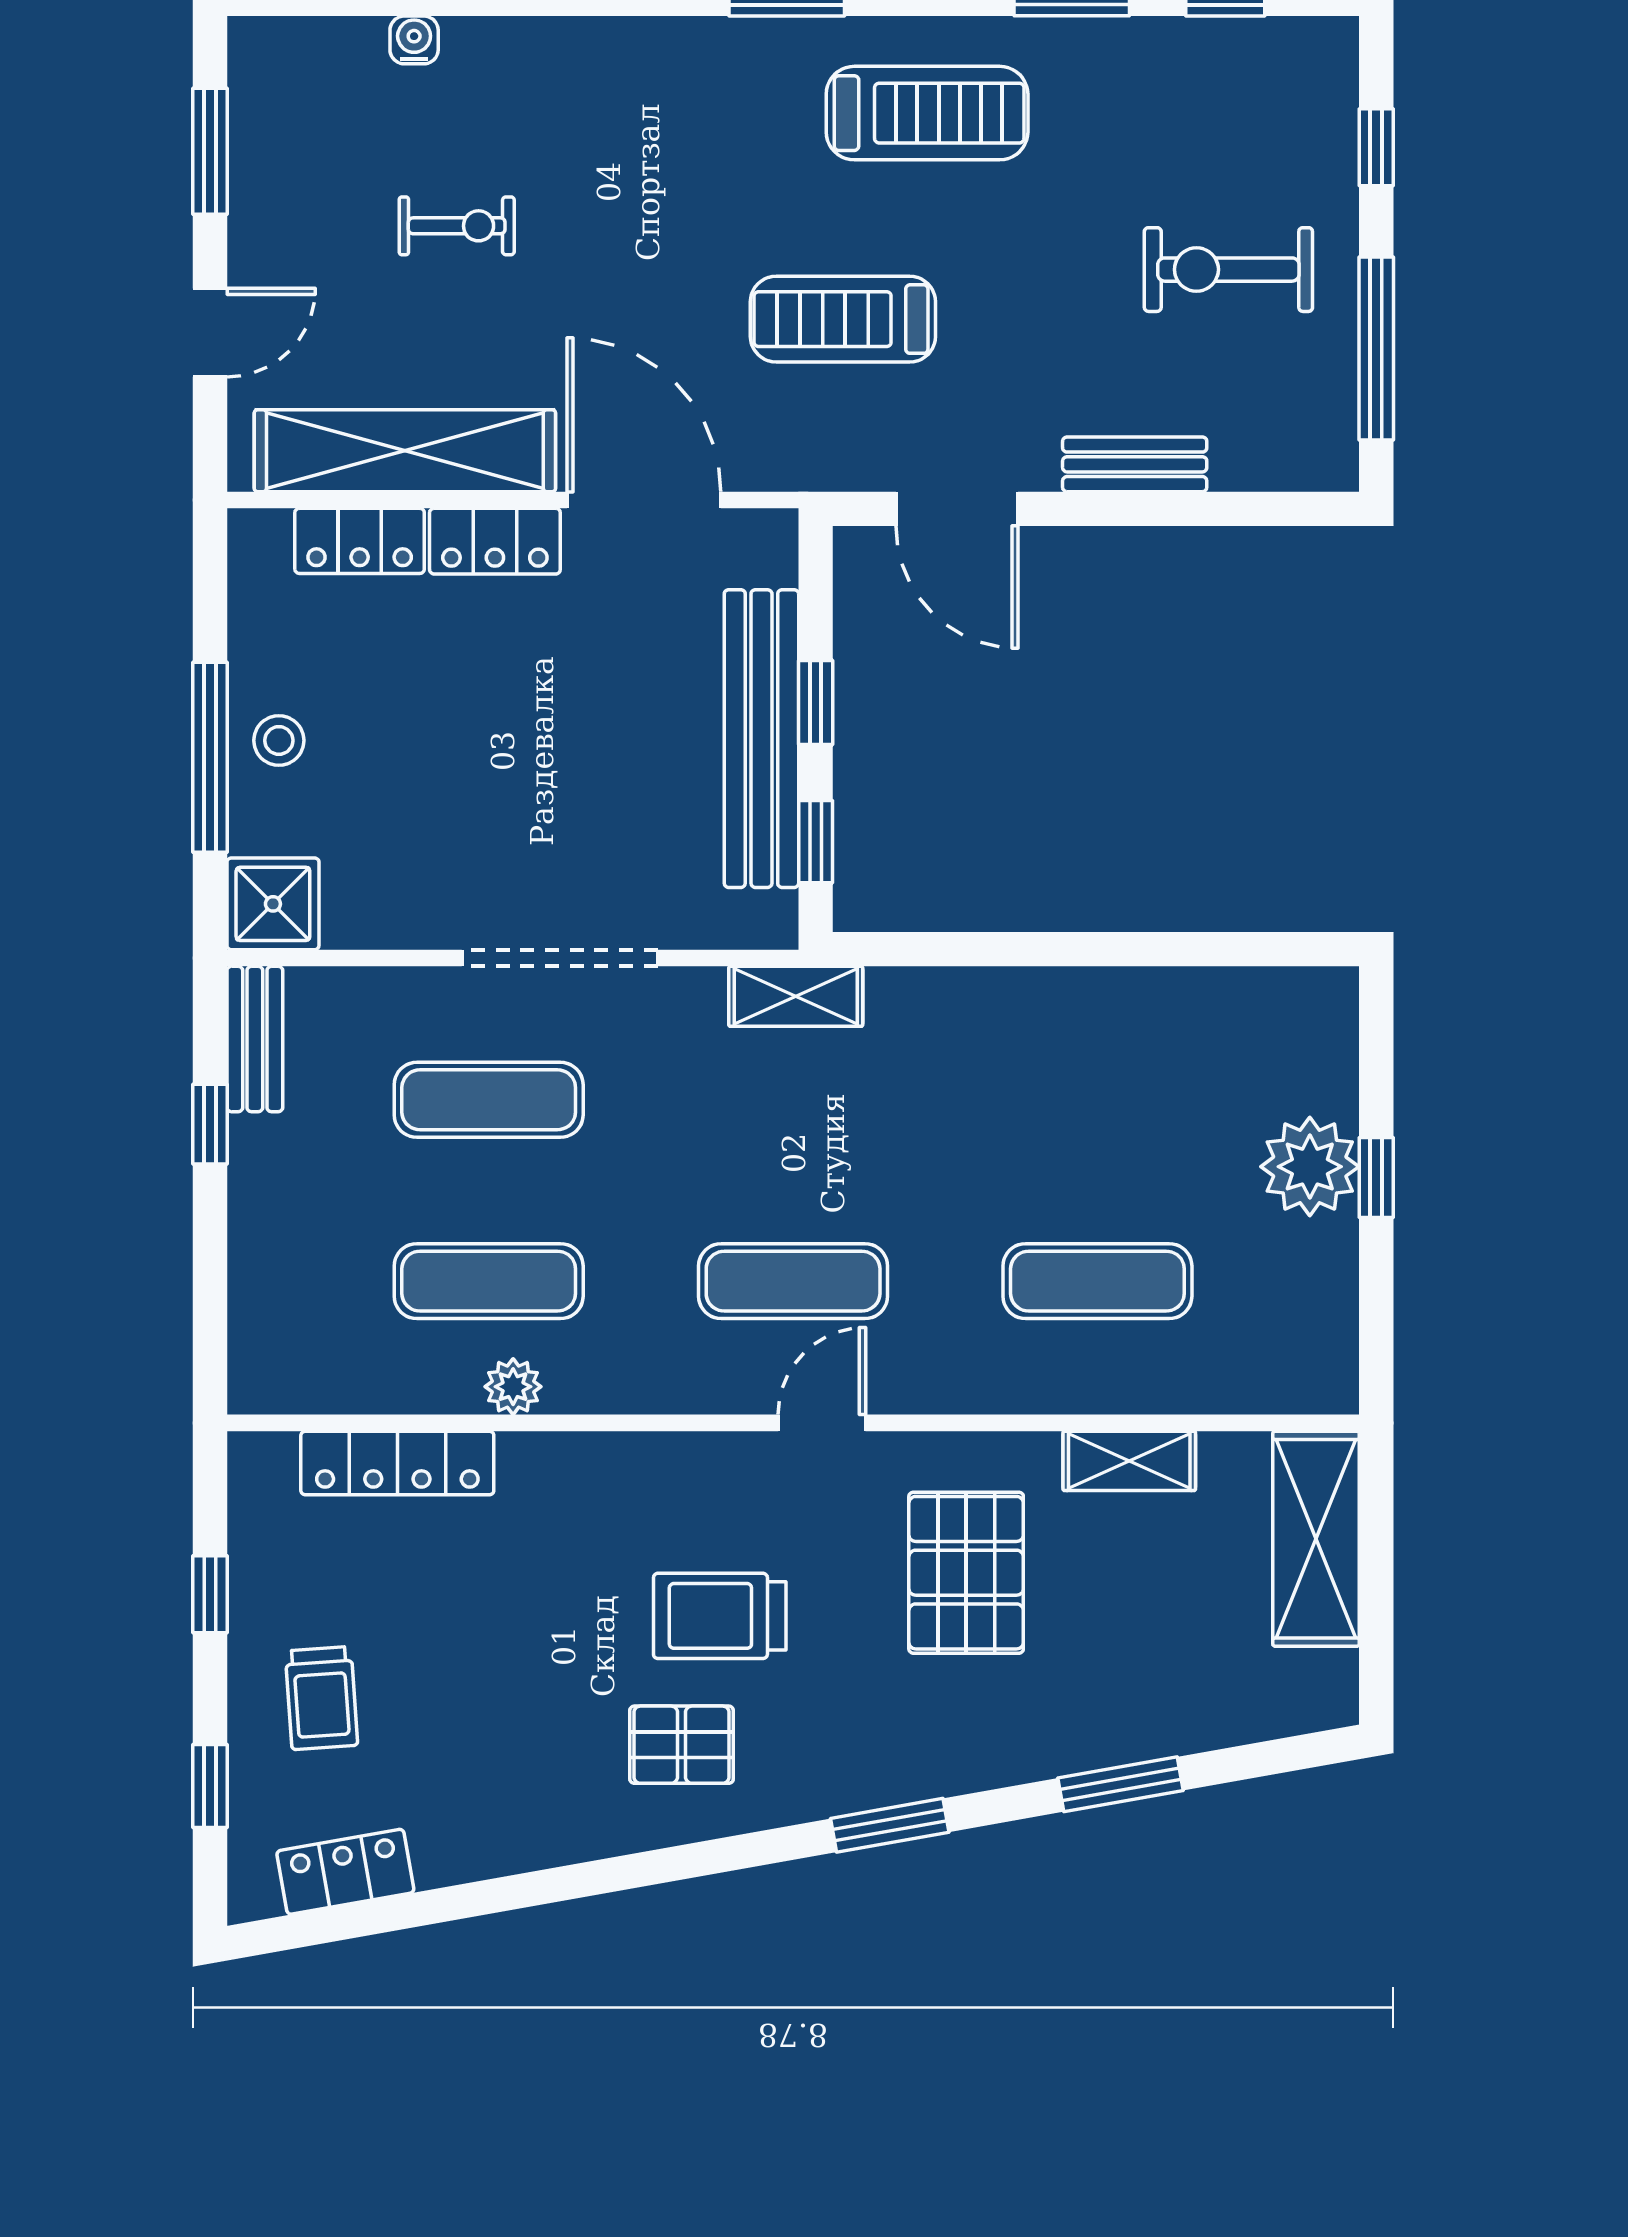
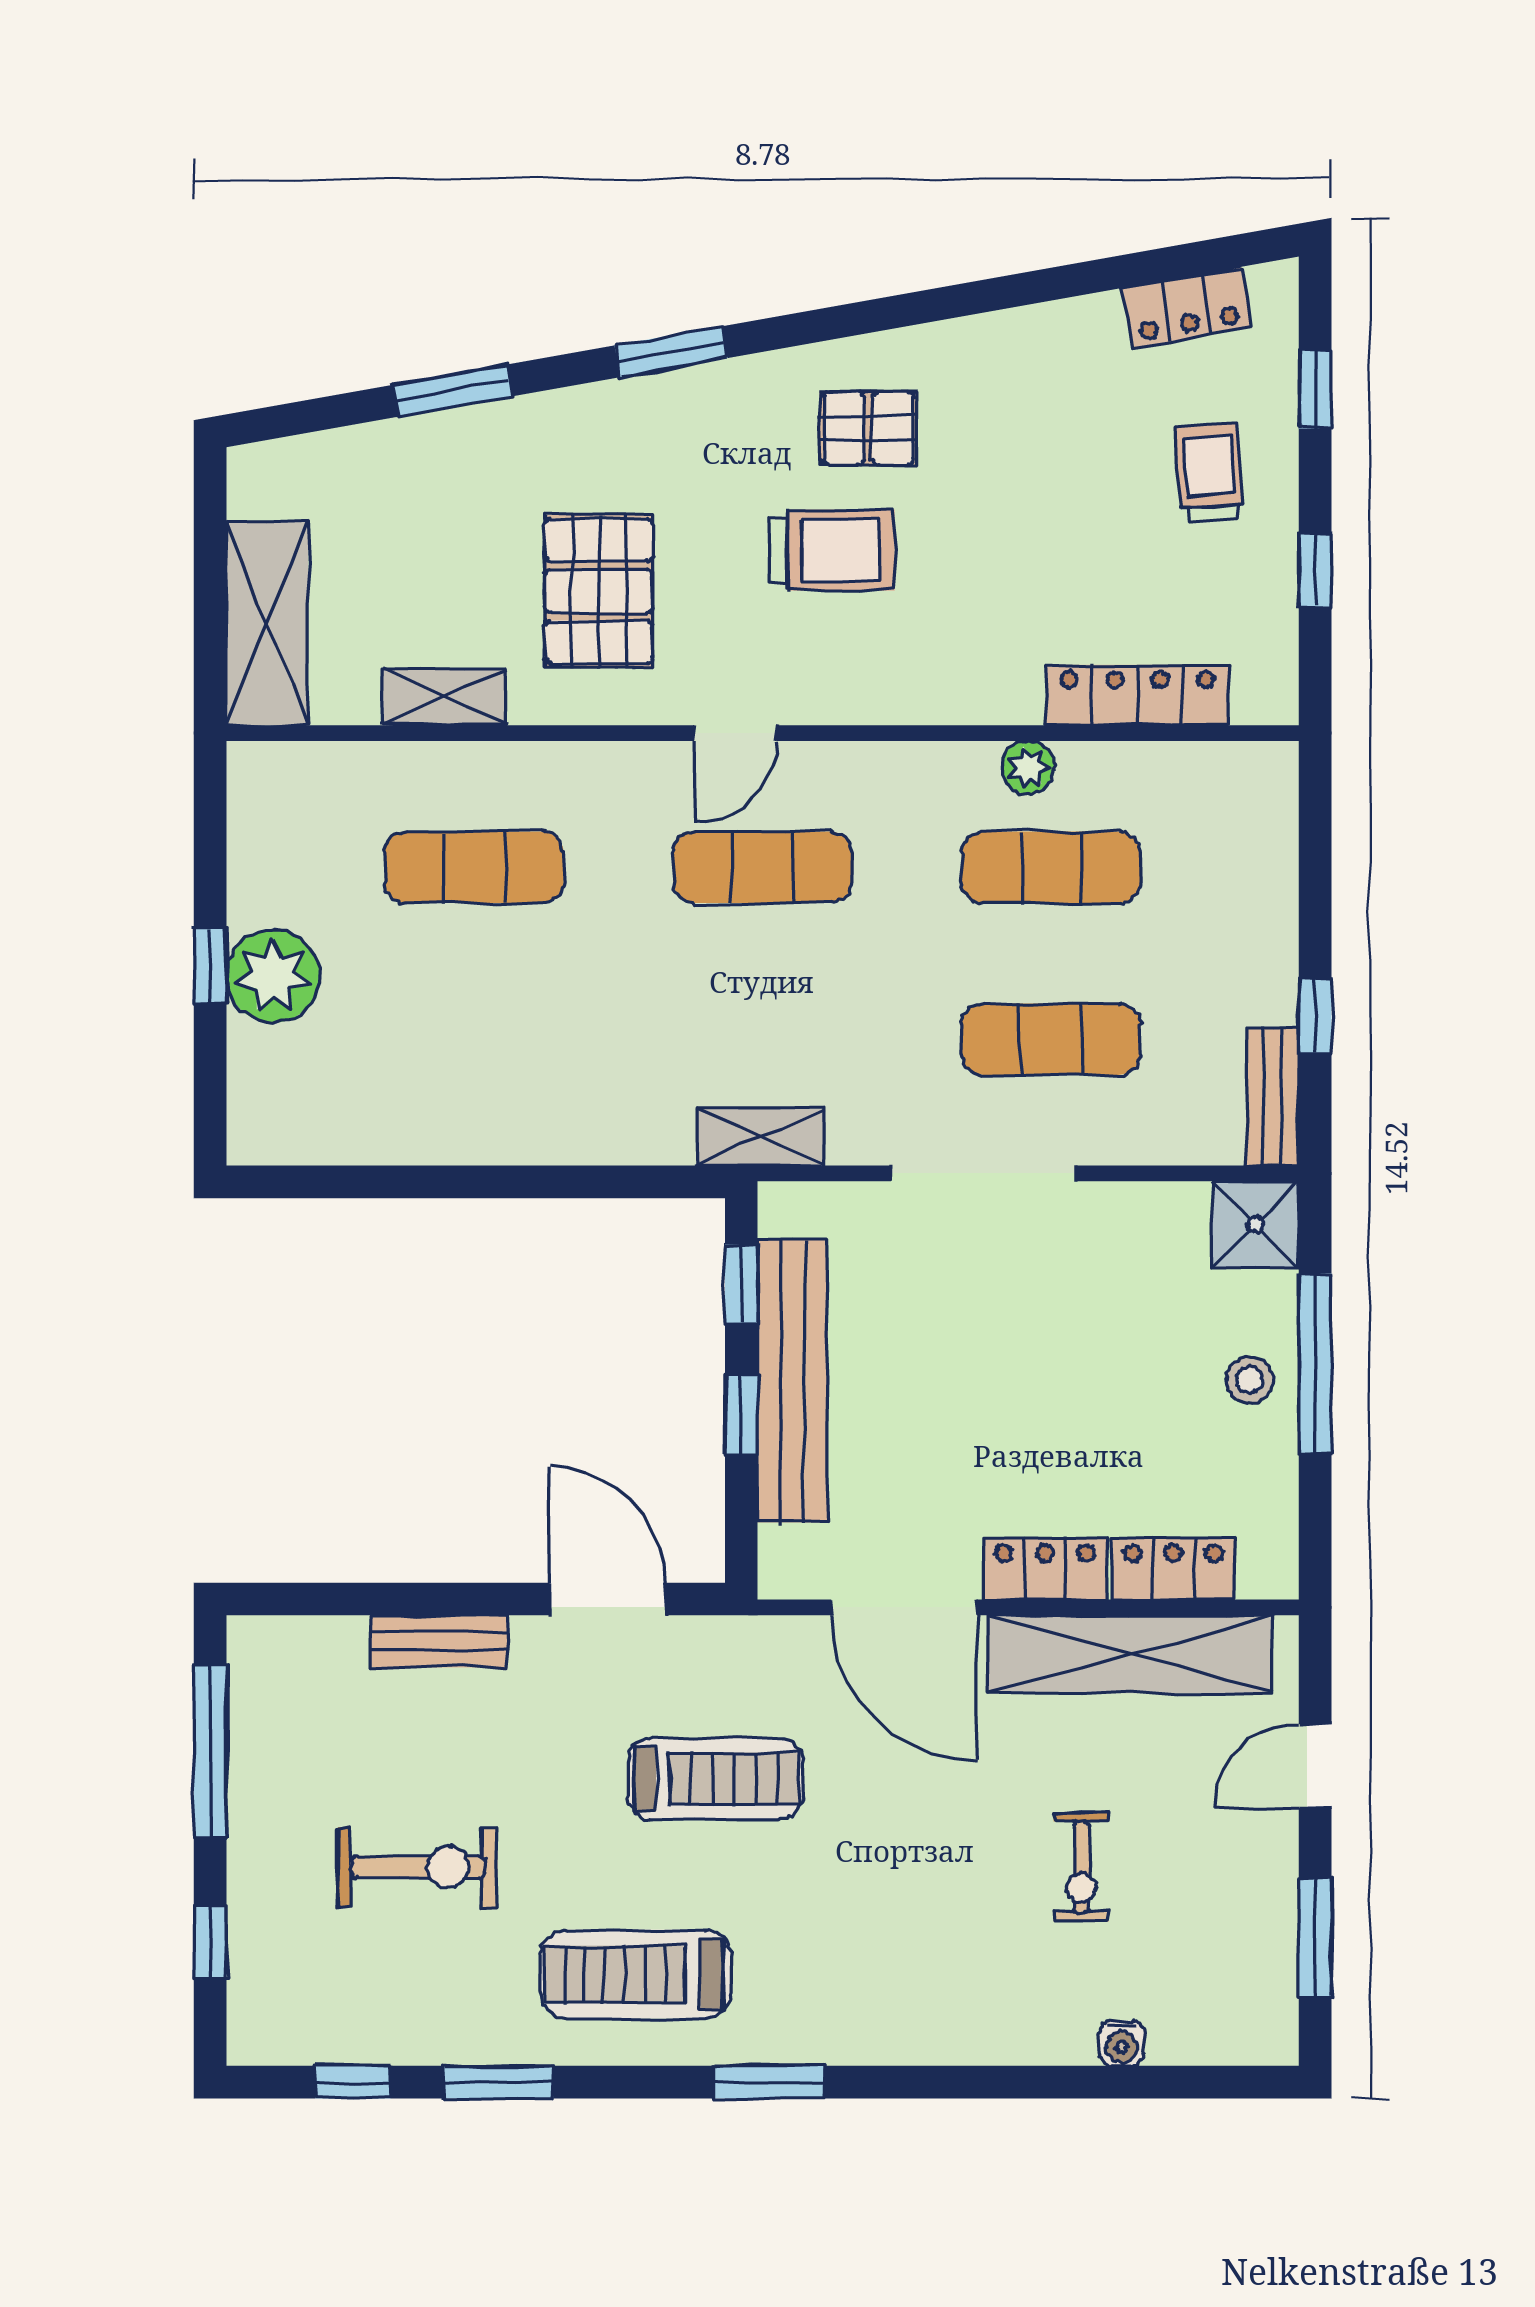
exercise bike: (457, 226) -> (1081, 1867), turned -90
exercise bike: (1228, 270) -> (418, 1867), moved

